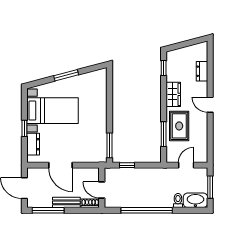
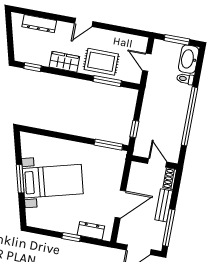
dresser: (202, 71) -> (39, 24), width x1.44
bed with nightstands: (53, 111) -> (53, 181), moved, turned 75
door: (102, 190) -> (157, 163), swing flipped

